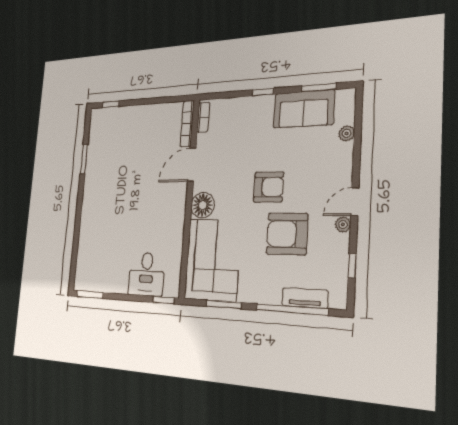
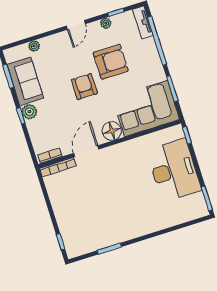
plant: (264, 105) -> (29, 112), added
door: (192, 165) -> (86, 151), swing flipped
door: (355, 202) -> (76, 25), hinge flipped
plant: (343, 225) -> (106, 23), moved
armchair: (287, 234) -> (111, 62), turned -90
desk: (146, 274) -> (174, 170), width x1.87, depth x1.30
tv unit: (305, 298) -> (143, 22), moved

